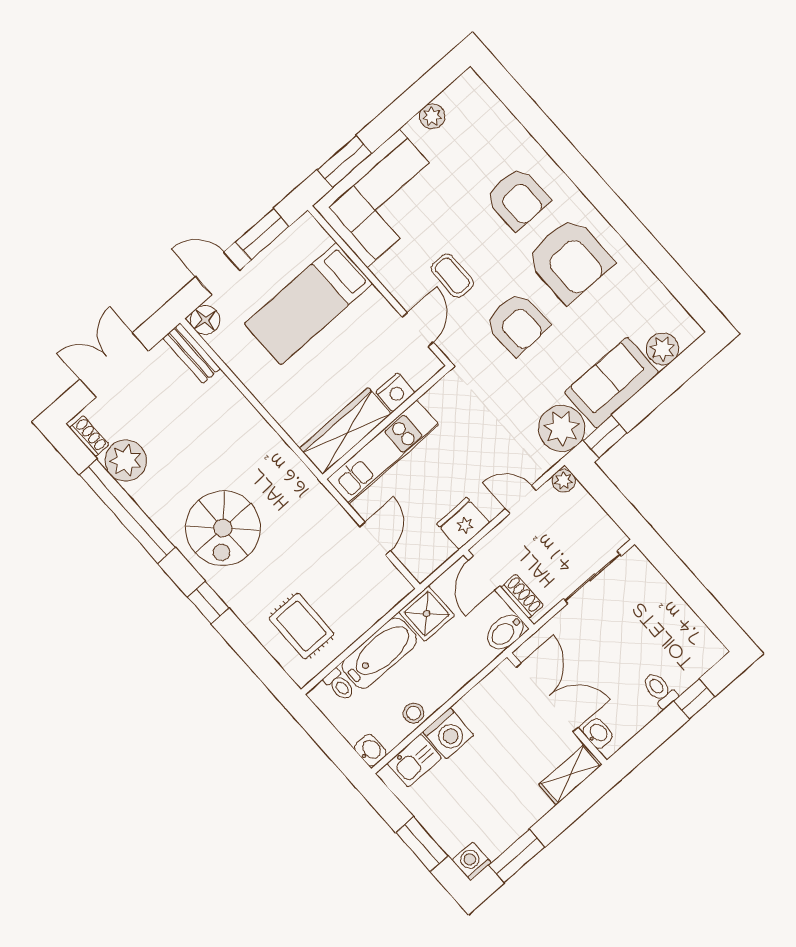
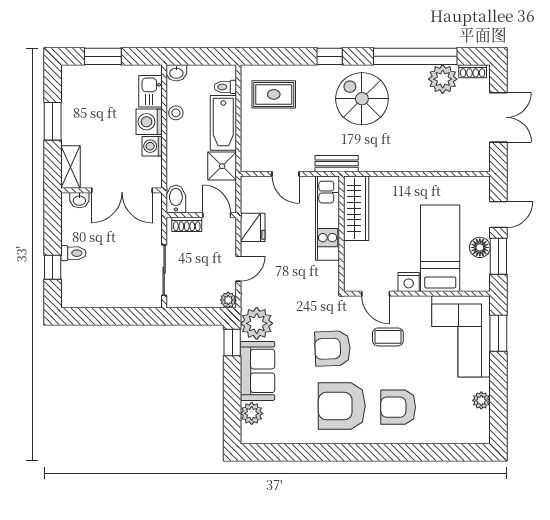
floor lamp: (205, 320) -> (480, 247), moved
bench: (192, 353) -> (337, 164), moved
nightstand: (395, 392) -> (409, 282), moved, turned -90
window: (517, 856) -> (53, 121), moved
washing machine: (472, 861) -> (152, 146), moved, turned 180

